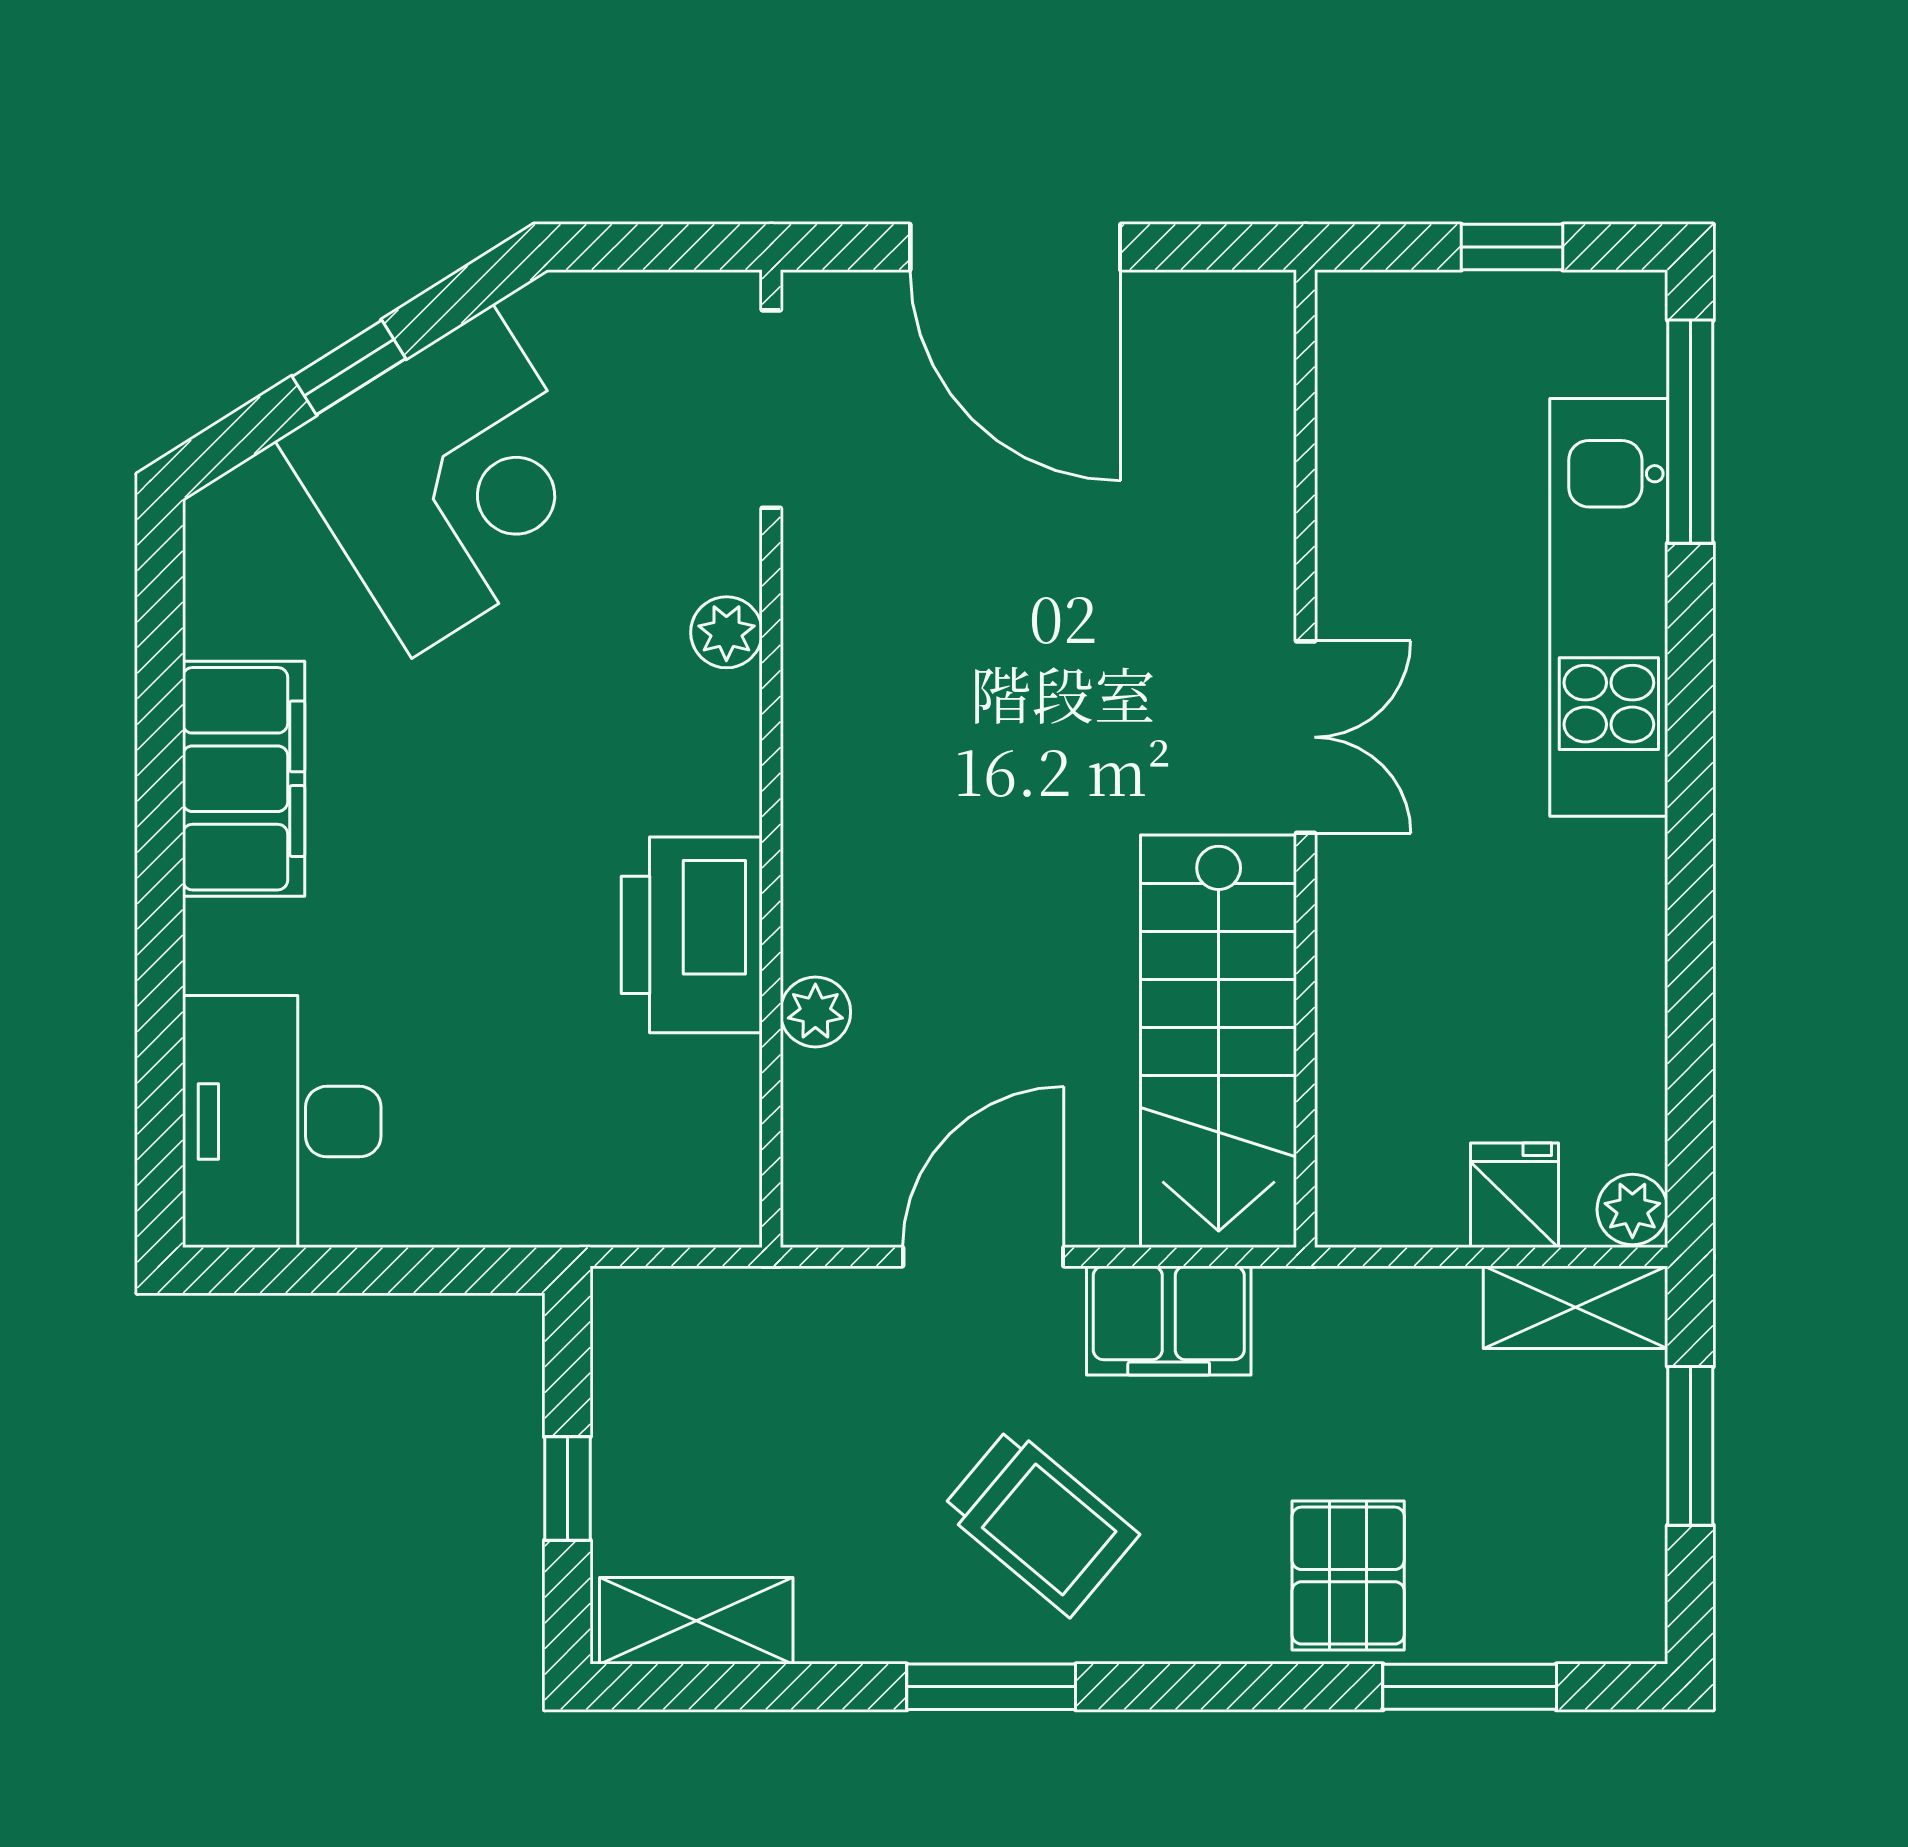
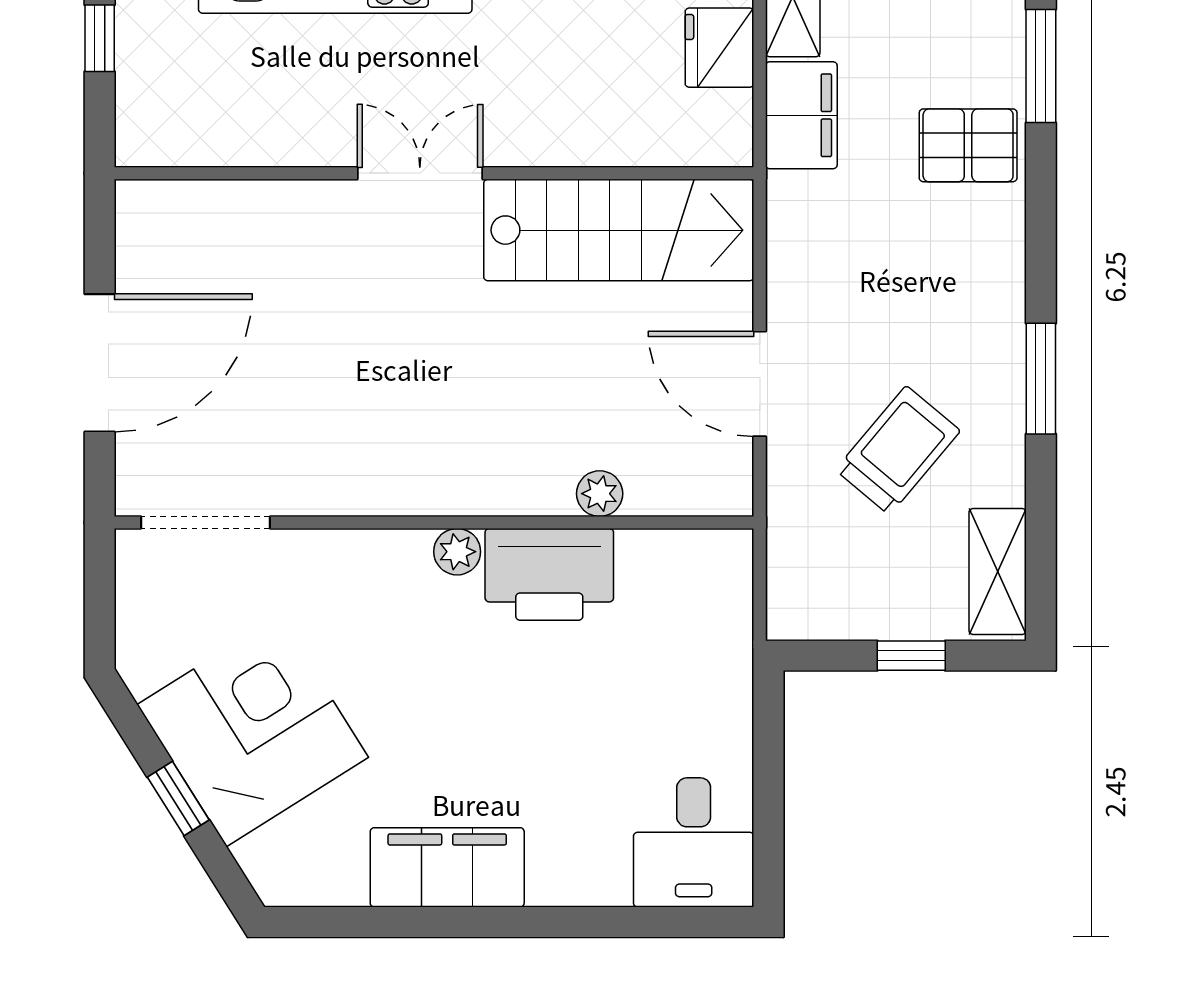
plant: (726, 632) -> (457, 552), moved
desk: (282, 1122) -> (694, 842), width x0.73
fridge: (1514, 1195) -> (720, 48), width x1.38
filing cabinet: (1169, 1320) -> (801, 115), moved
trolley: (1040, 1522) -> (898, 450), moved

